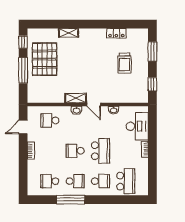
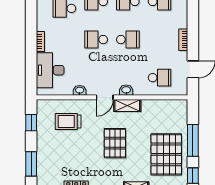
trolley: (124, 63) -> (68, 121), moved, turned -90
pallet: (85, 68) -> (115, 143), added
door: (94, 105) -> (105, 97), swing flipped
school desk: (100, 151) -> (96, 40), width x0.54

